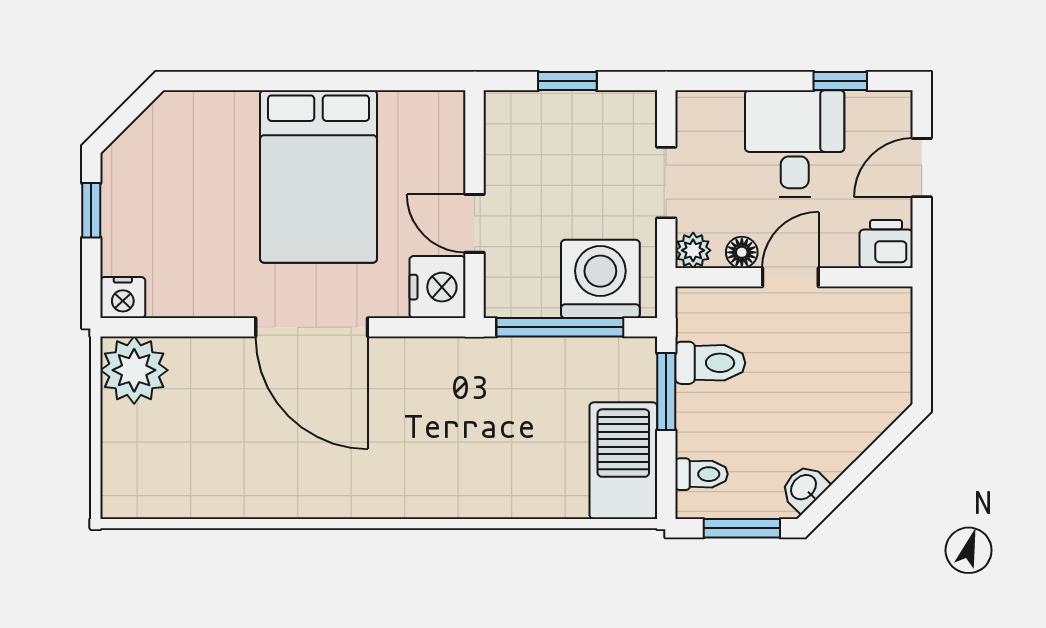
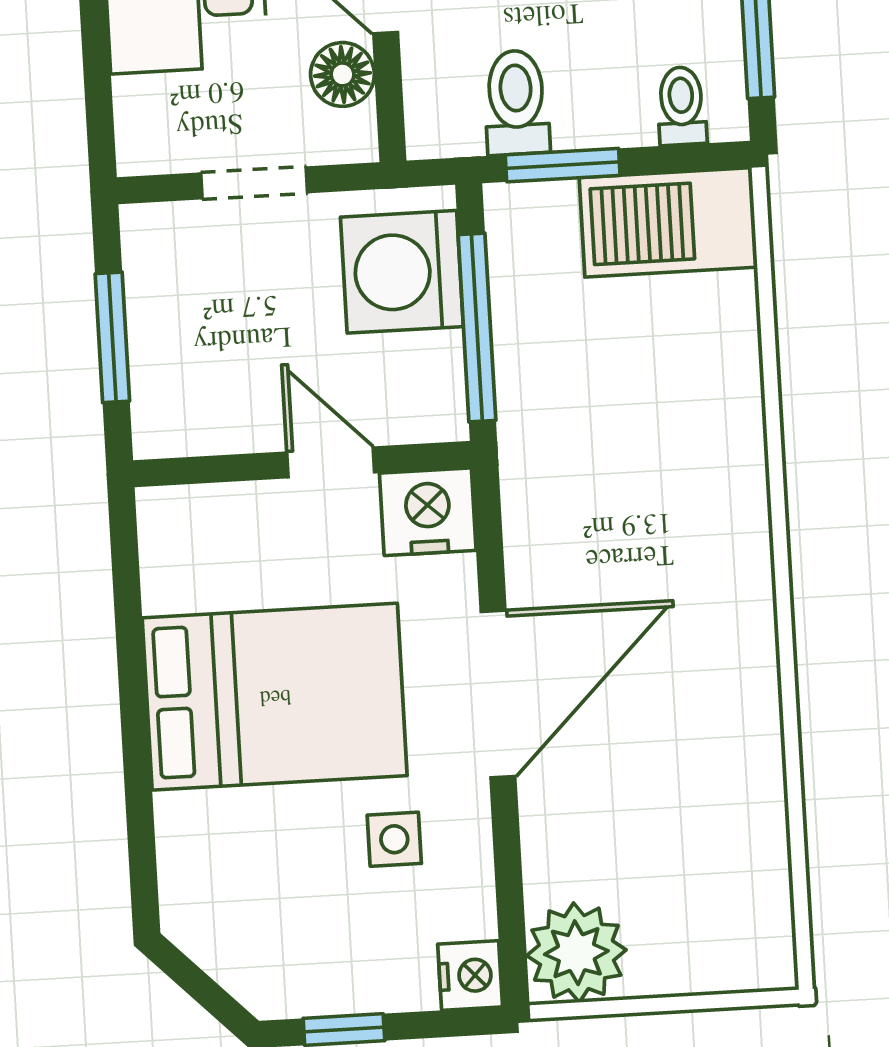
window: (567, 81) -> (112, 337), width x1.50
door: (475, 223) -> (331, 462), swing flipped
plant: (693, 250) -> (352, 137), removed
side table: (218, 252) -> (394, 839), added
floor lamp: (742, 252) -> (342, 74), width x1.37, depth x1.37

